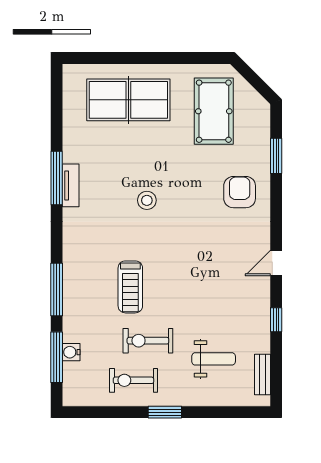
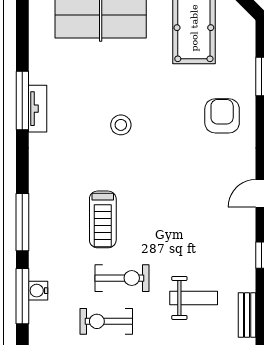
exercise bike: (148, 341) -> (122, 278), turned 180

